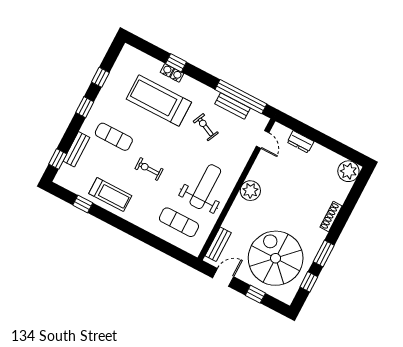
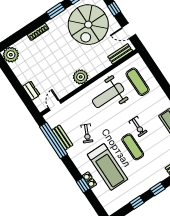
exercise mat: (114, 137) -> (133, 147), moved

